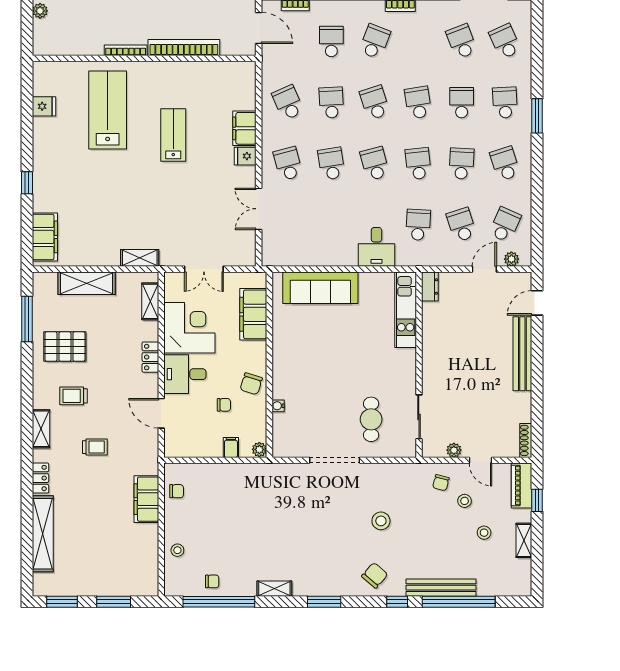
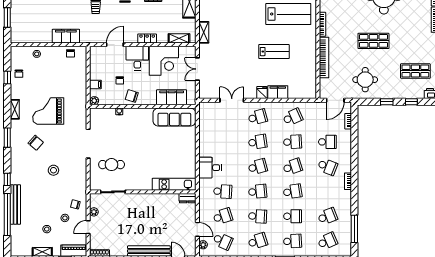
sofa: (320, 288) -> (174, 117), moved, turned -90
grand piano: (278, 530) -> (48, 111), added
chair: (375, 575) -> (36, 143), moved
window: (219, 602) -> (7, 78), width x0.32

